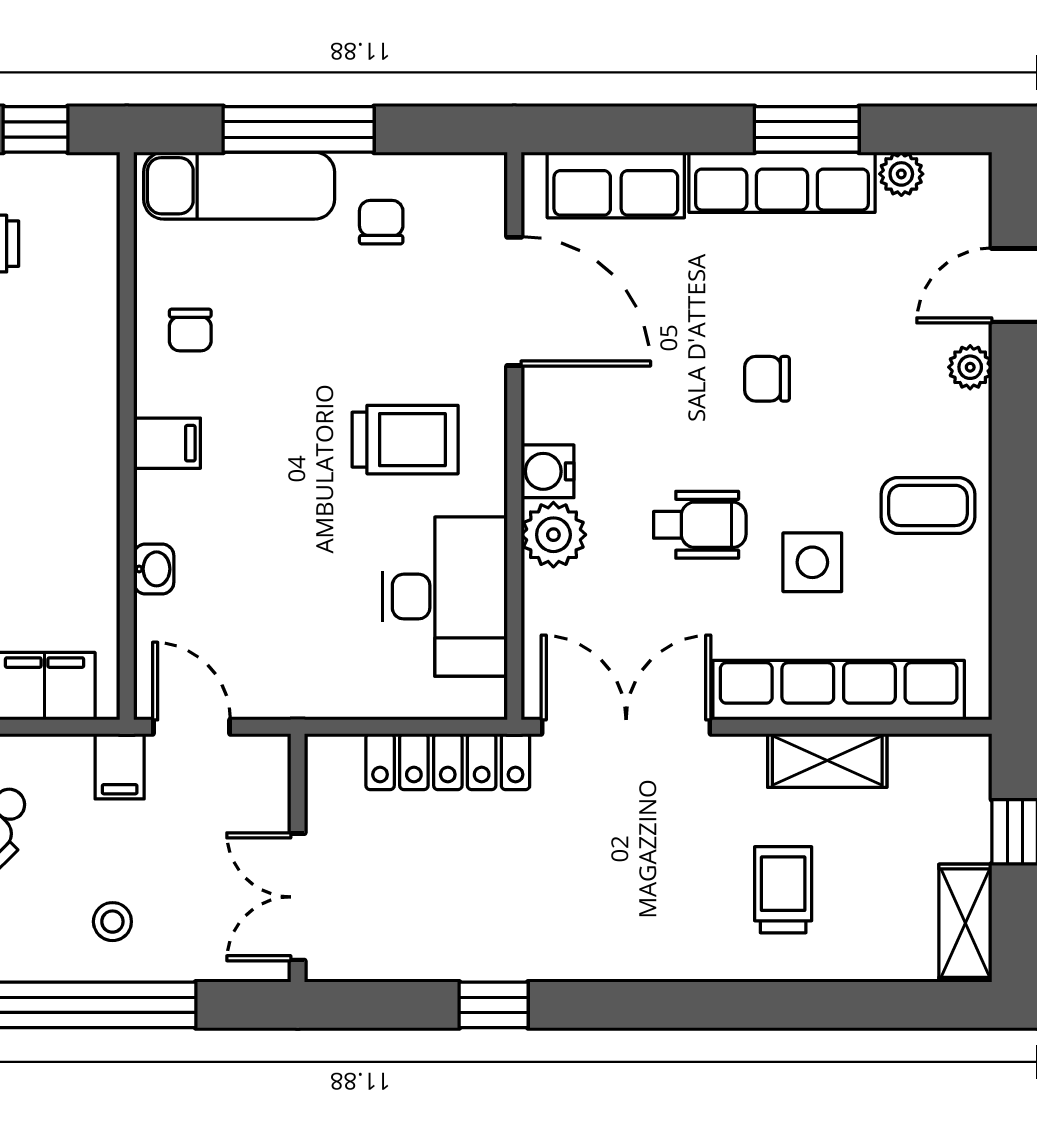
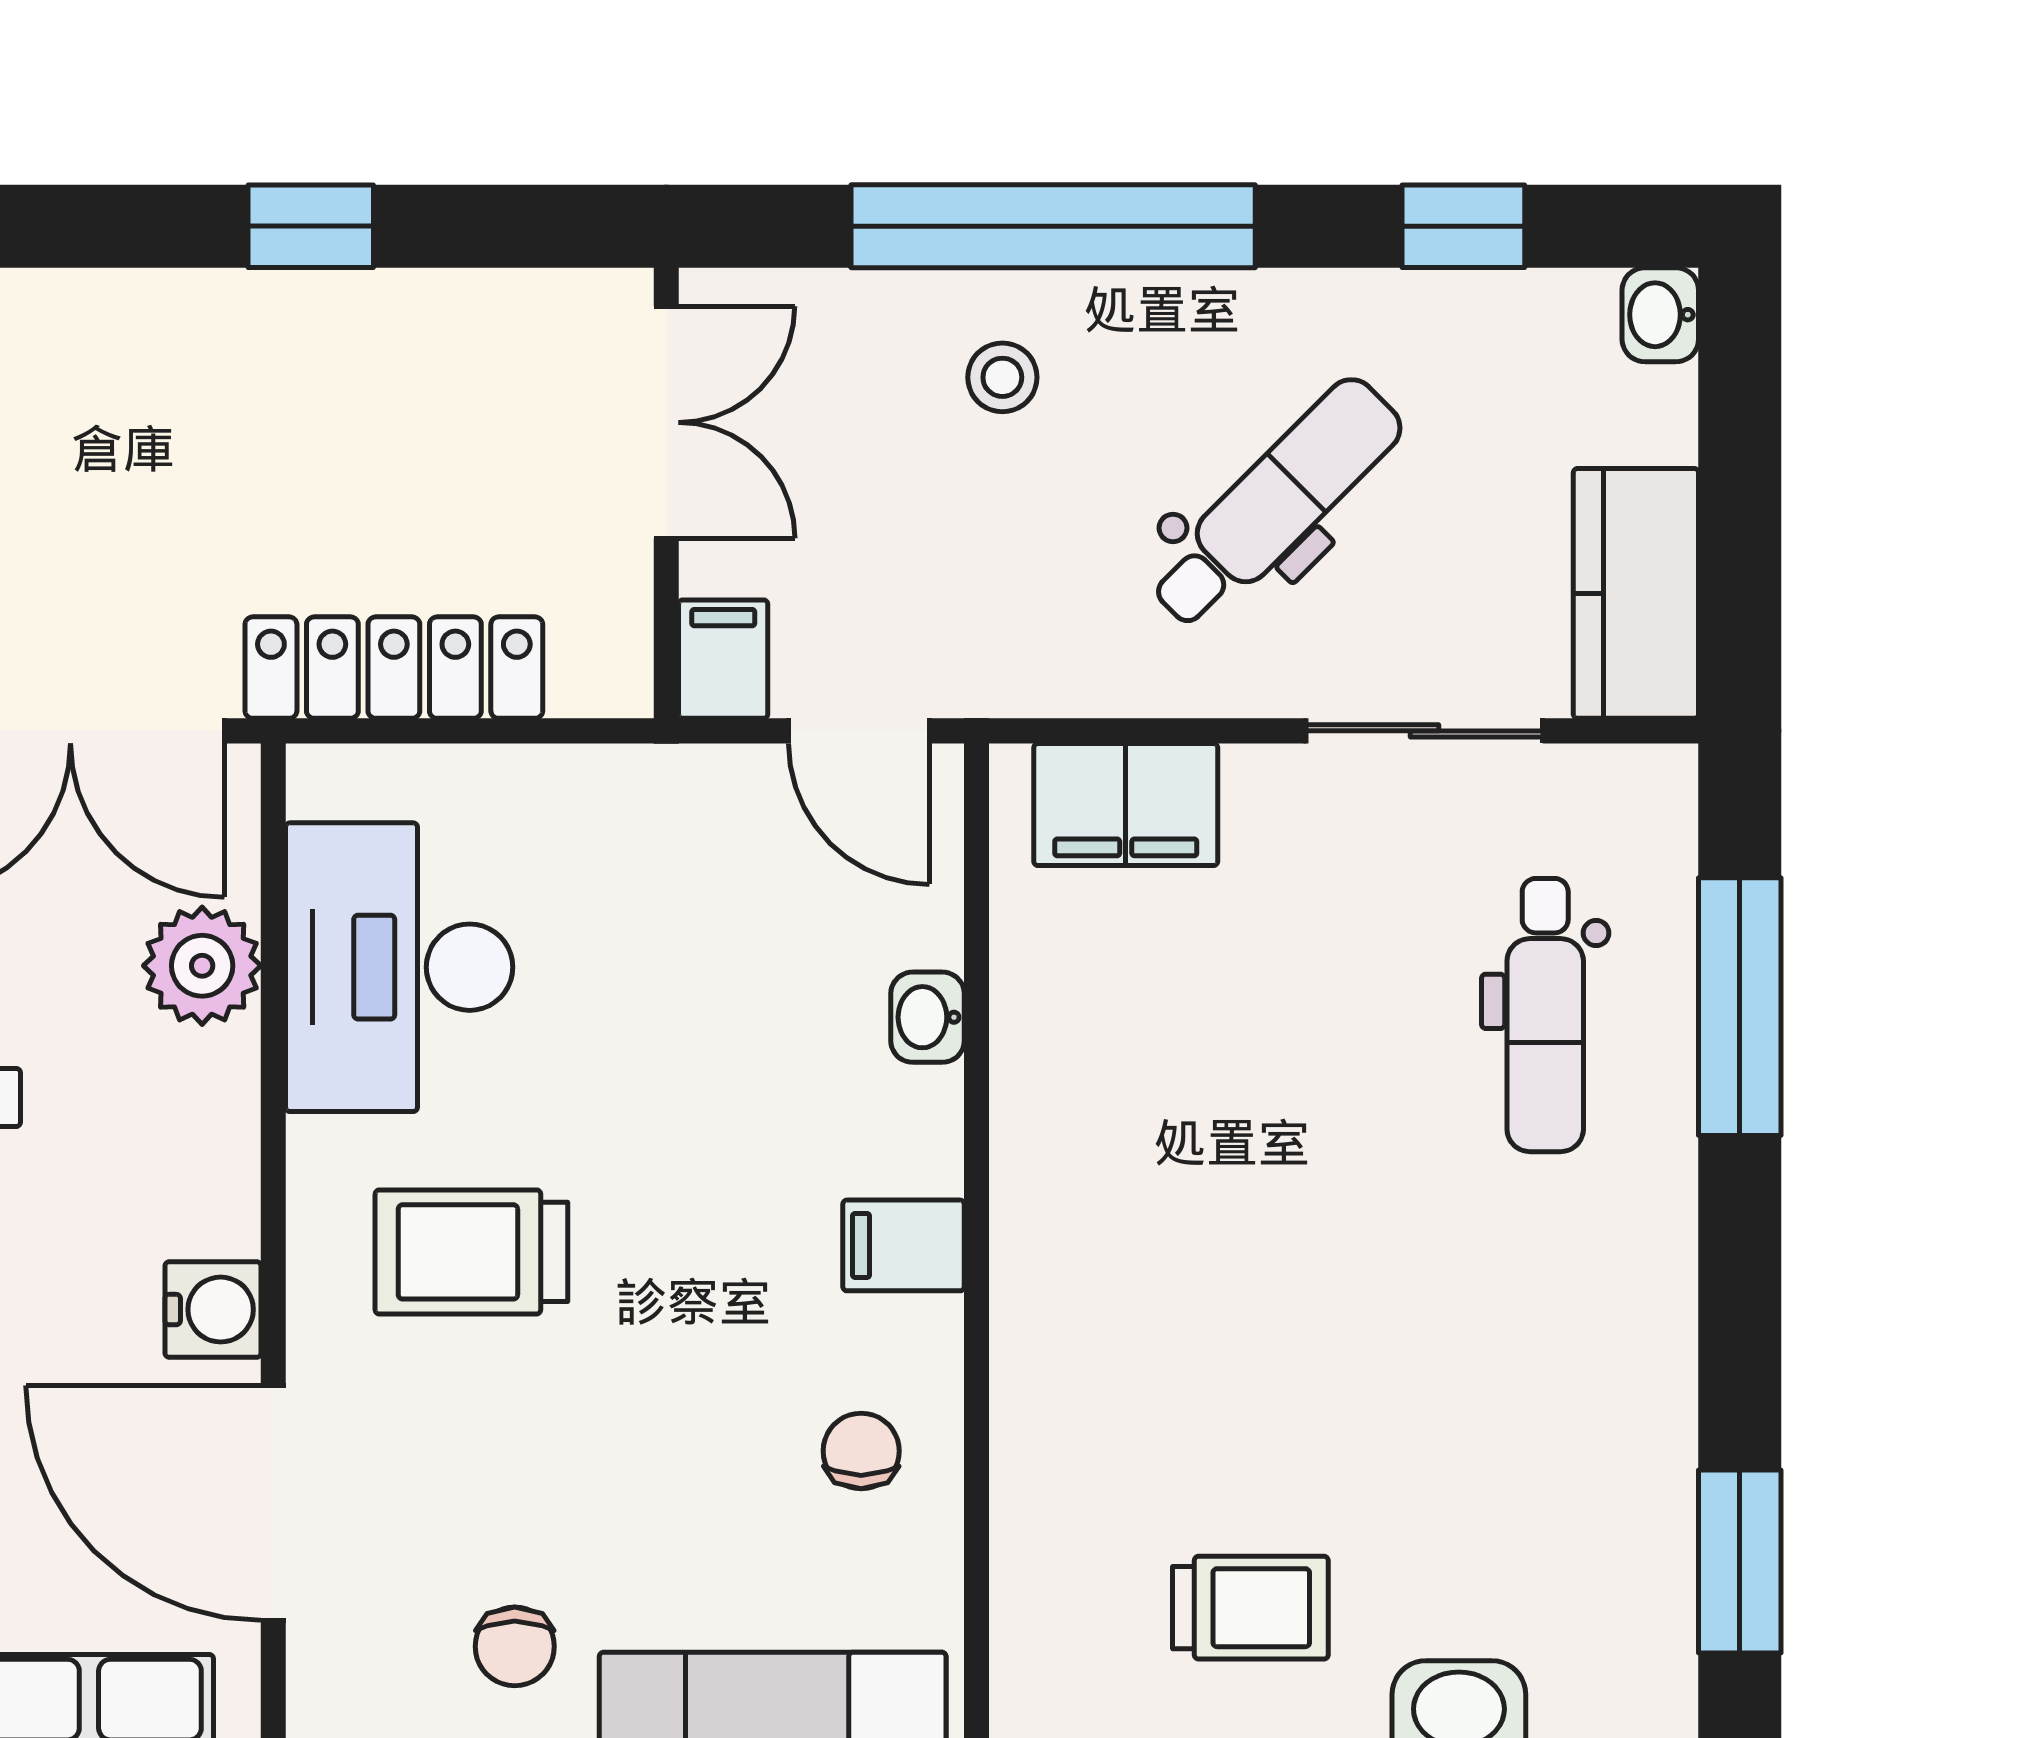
water cooler: (547, 471) -> (213, 1310), moved
plant: (553, 535) -> (202, 966), moved
filing cabinet: (120, 766) -> (723, 659), moved

